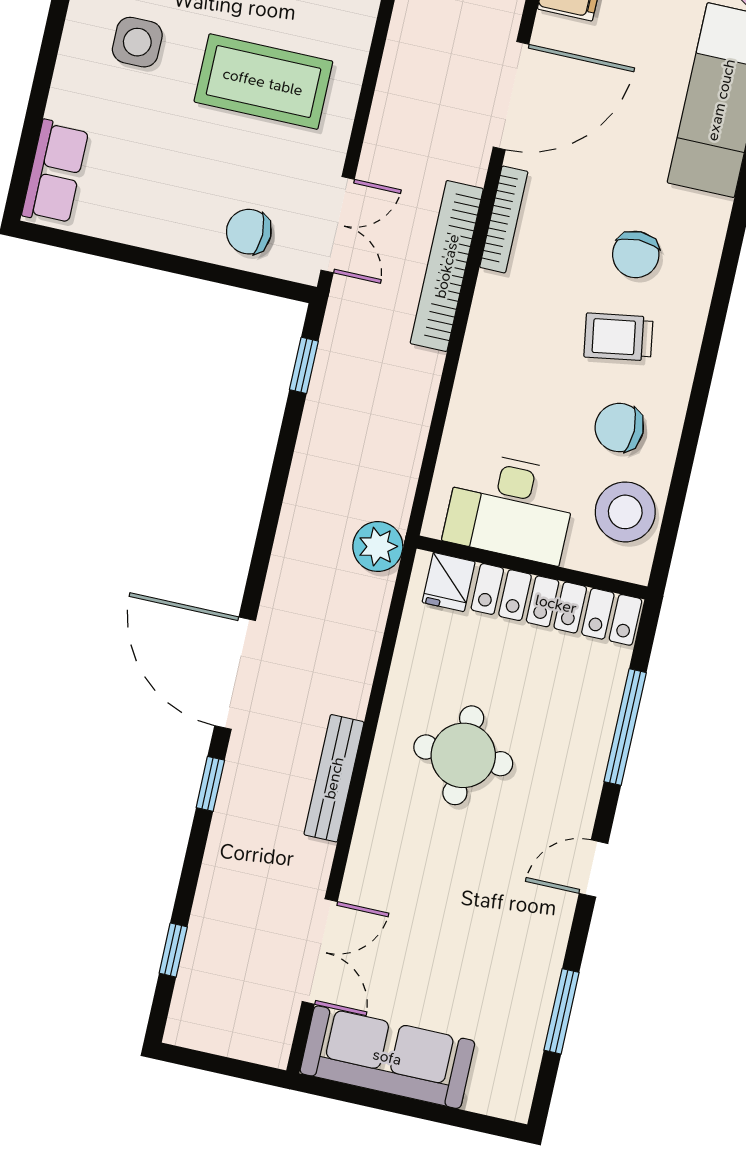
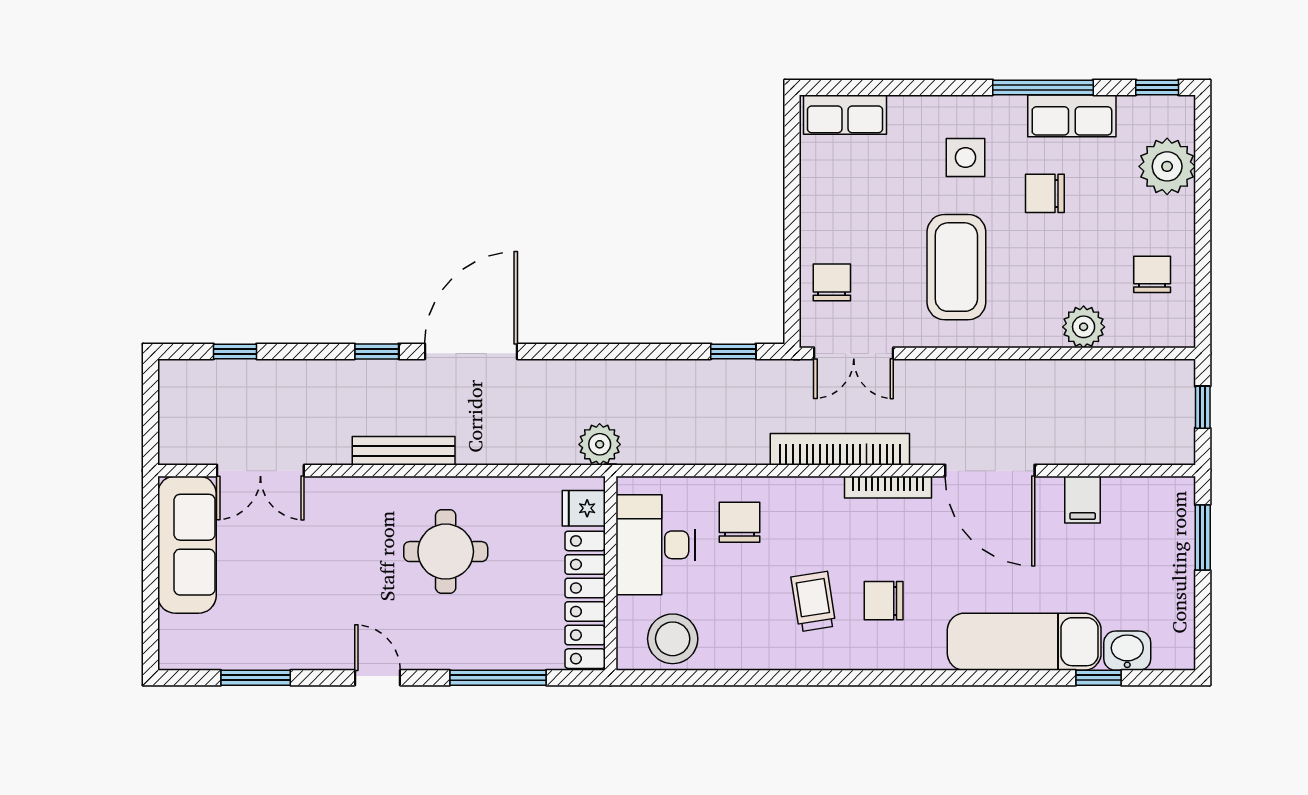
chair: (619, 428) -> (740, 522), moved

